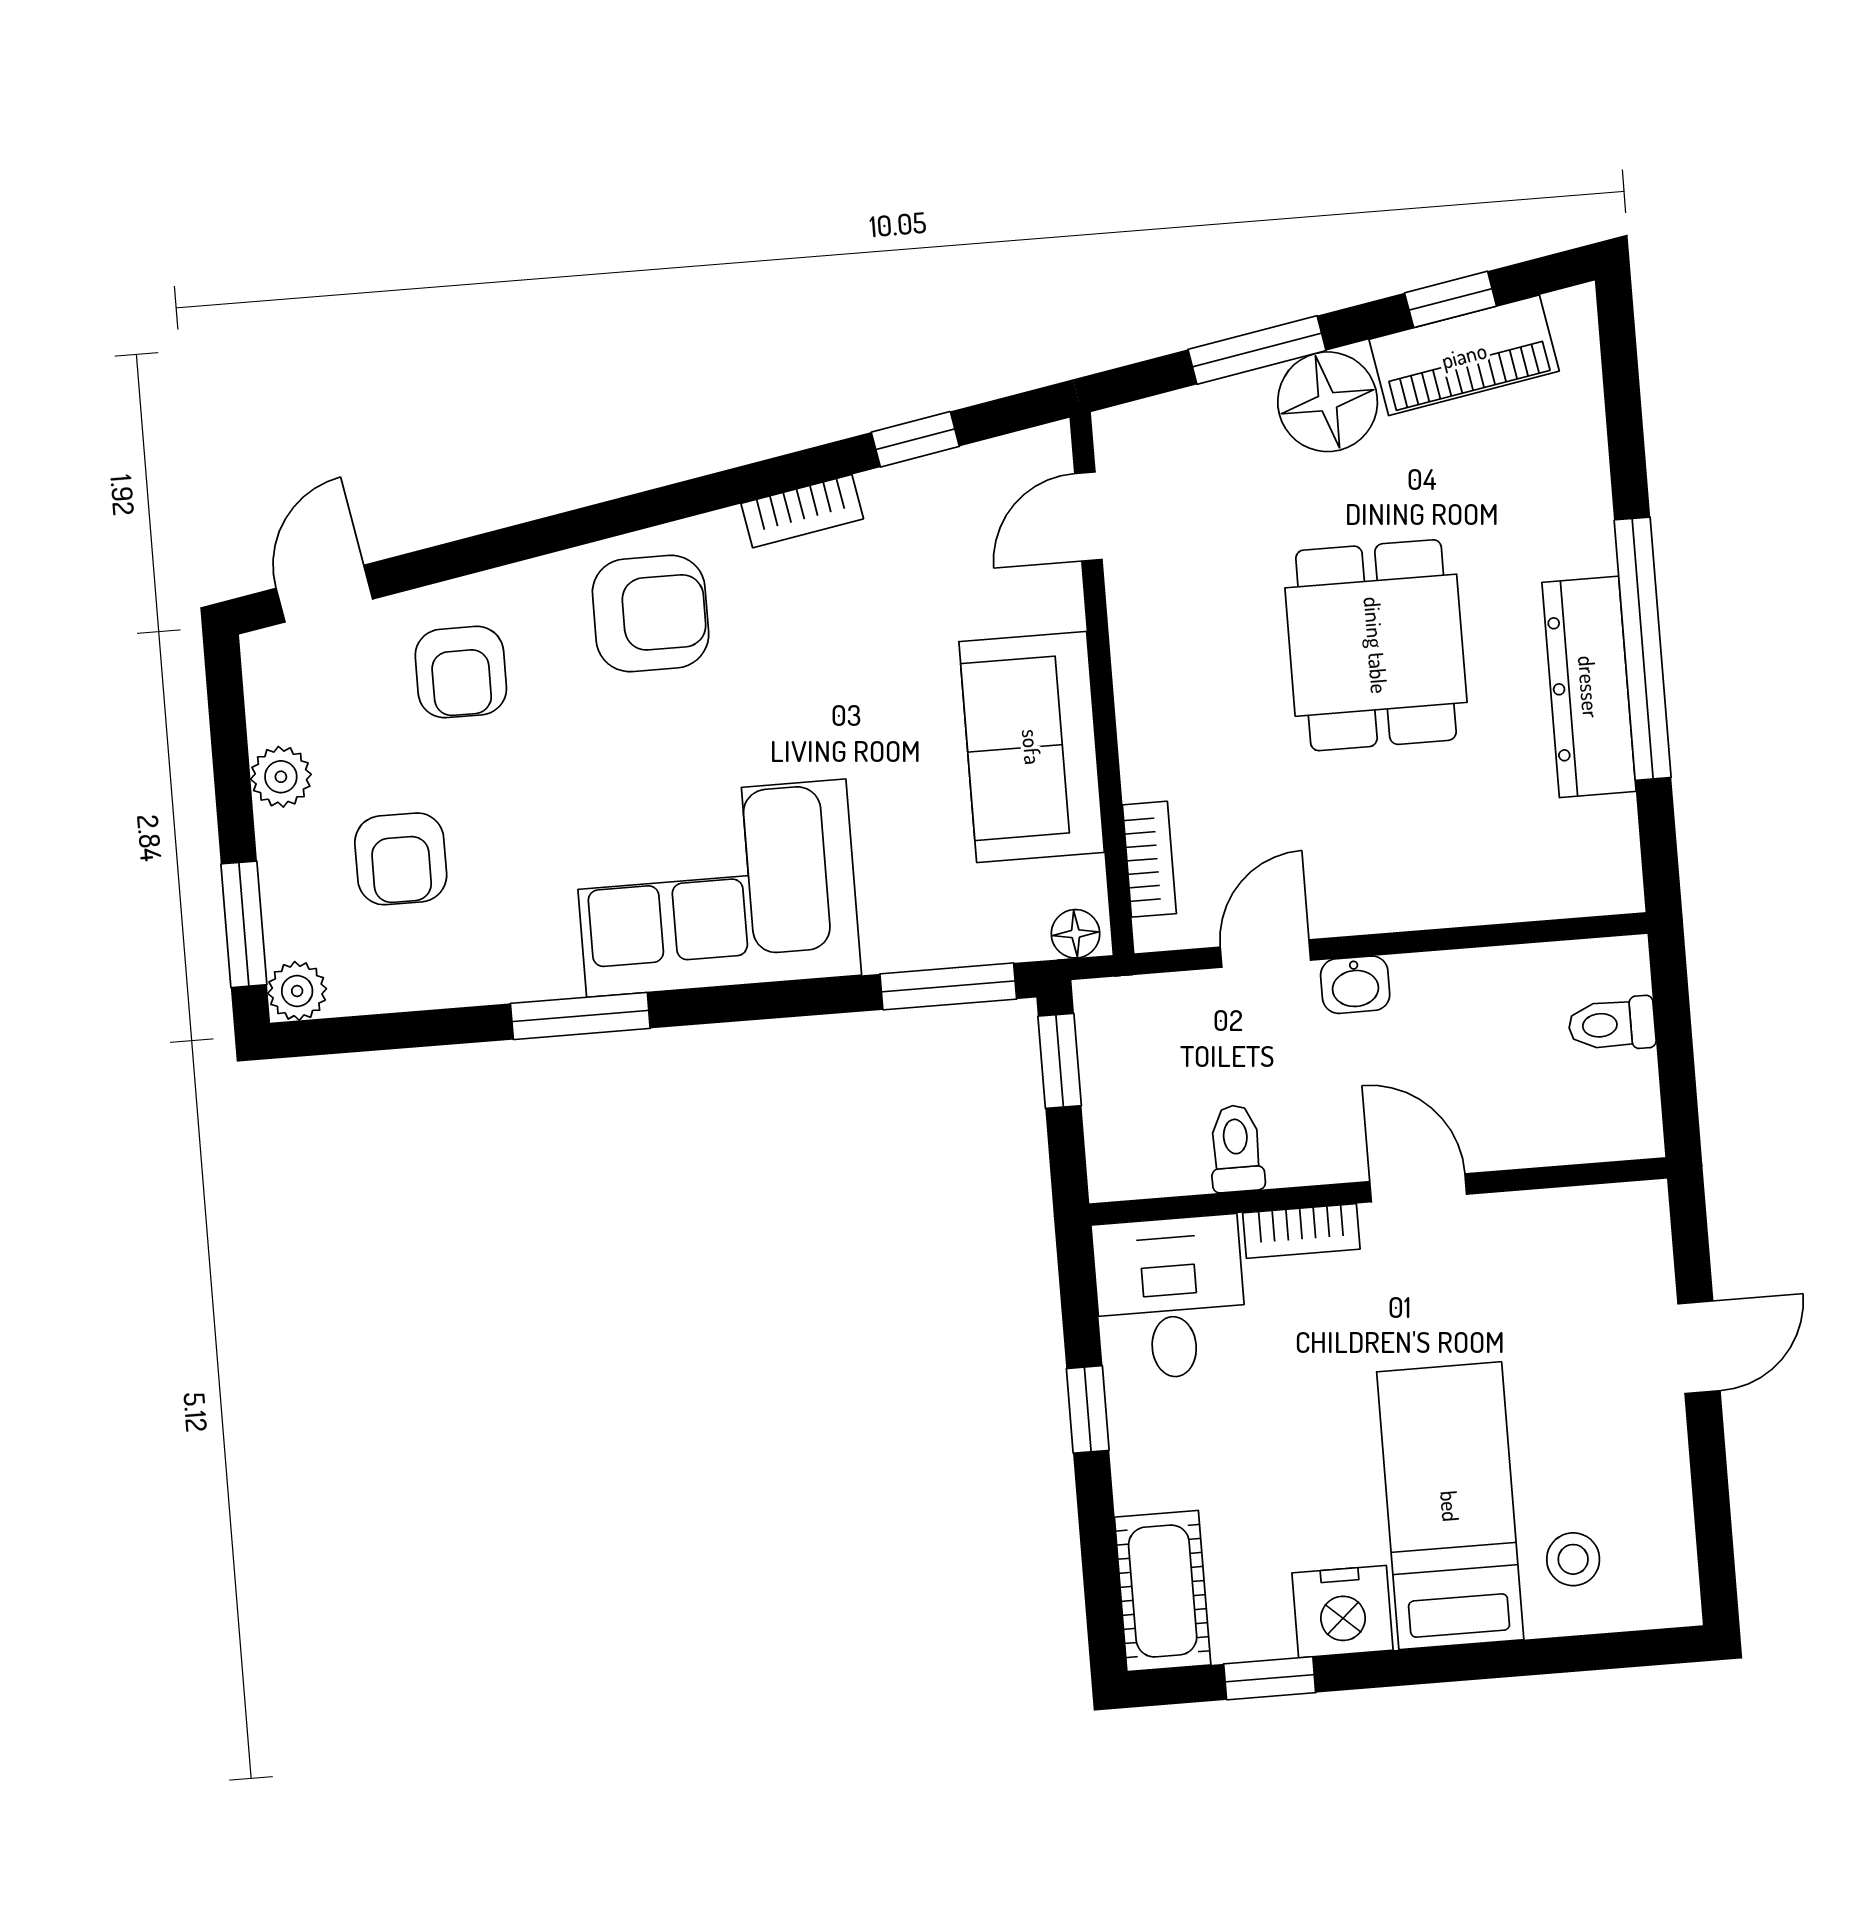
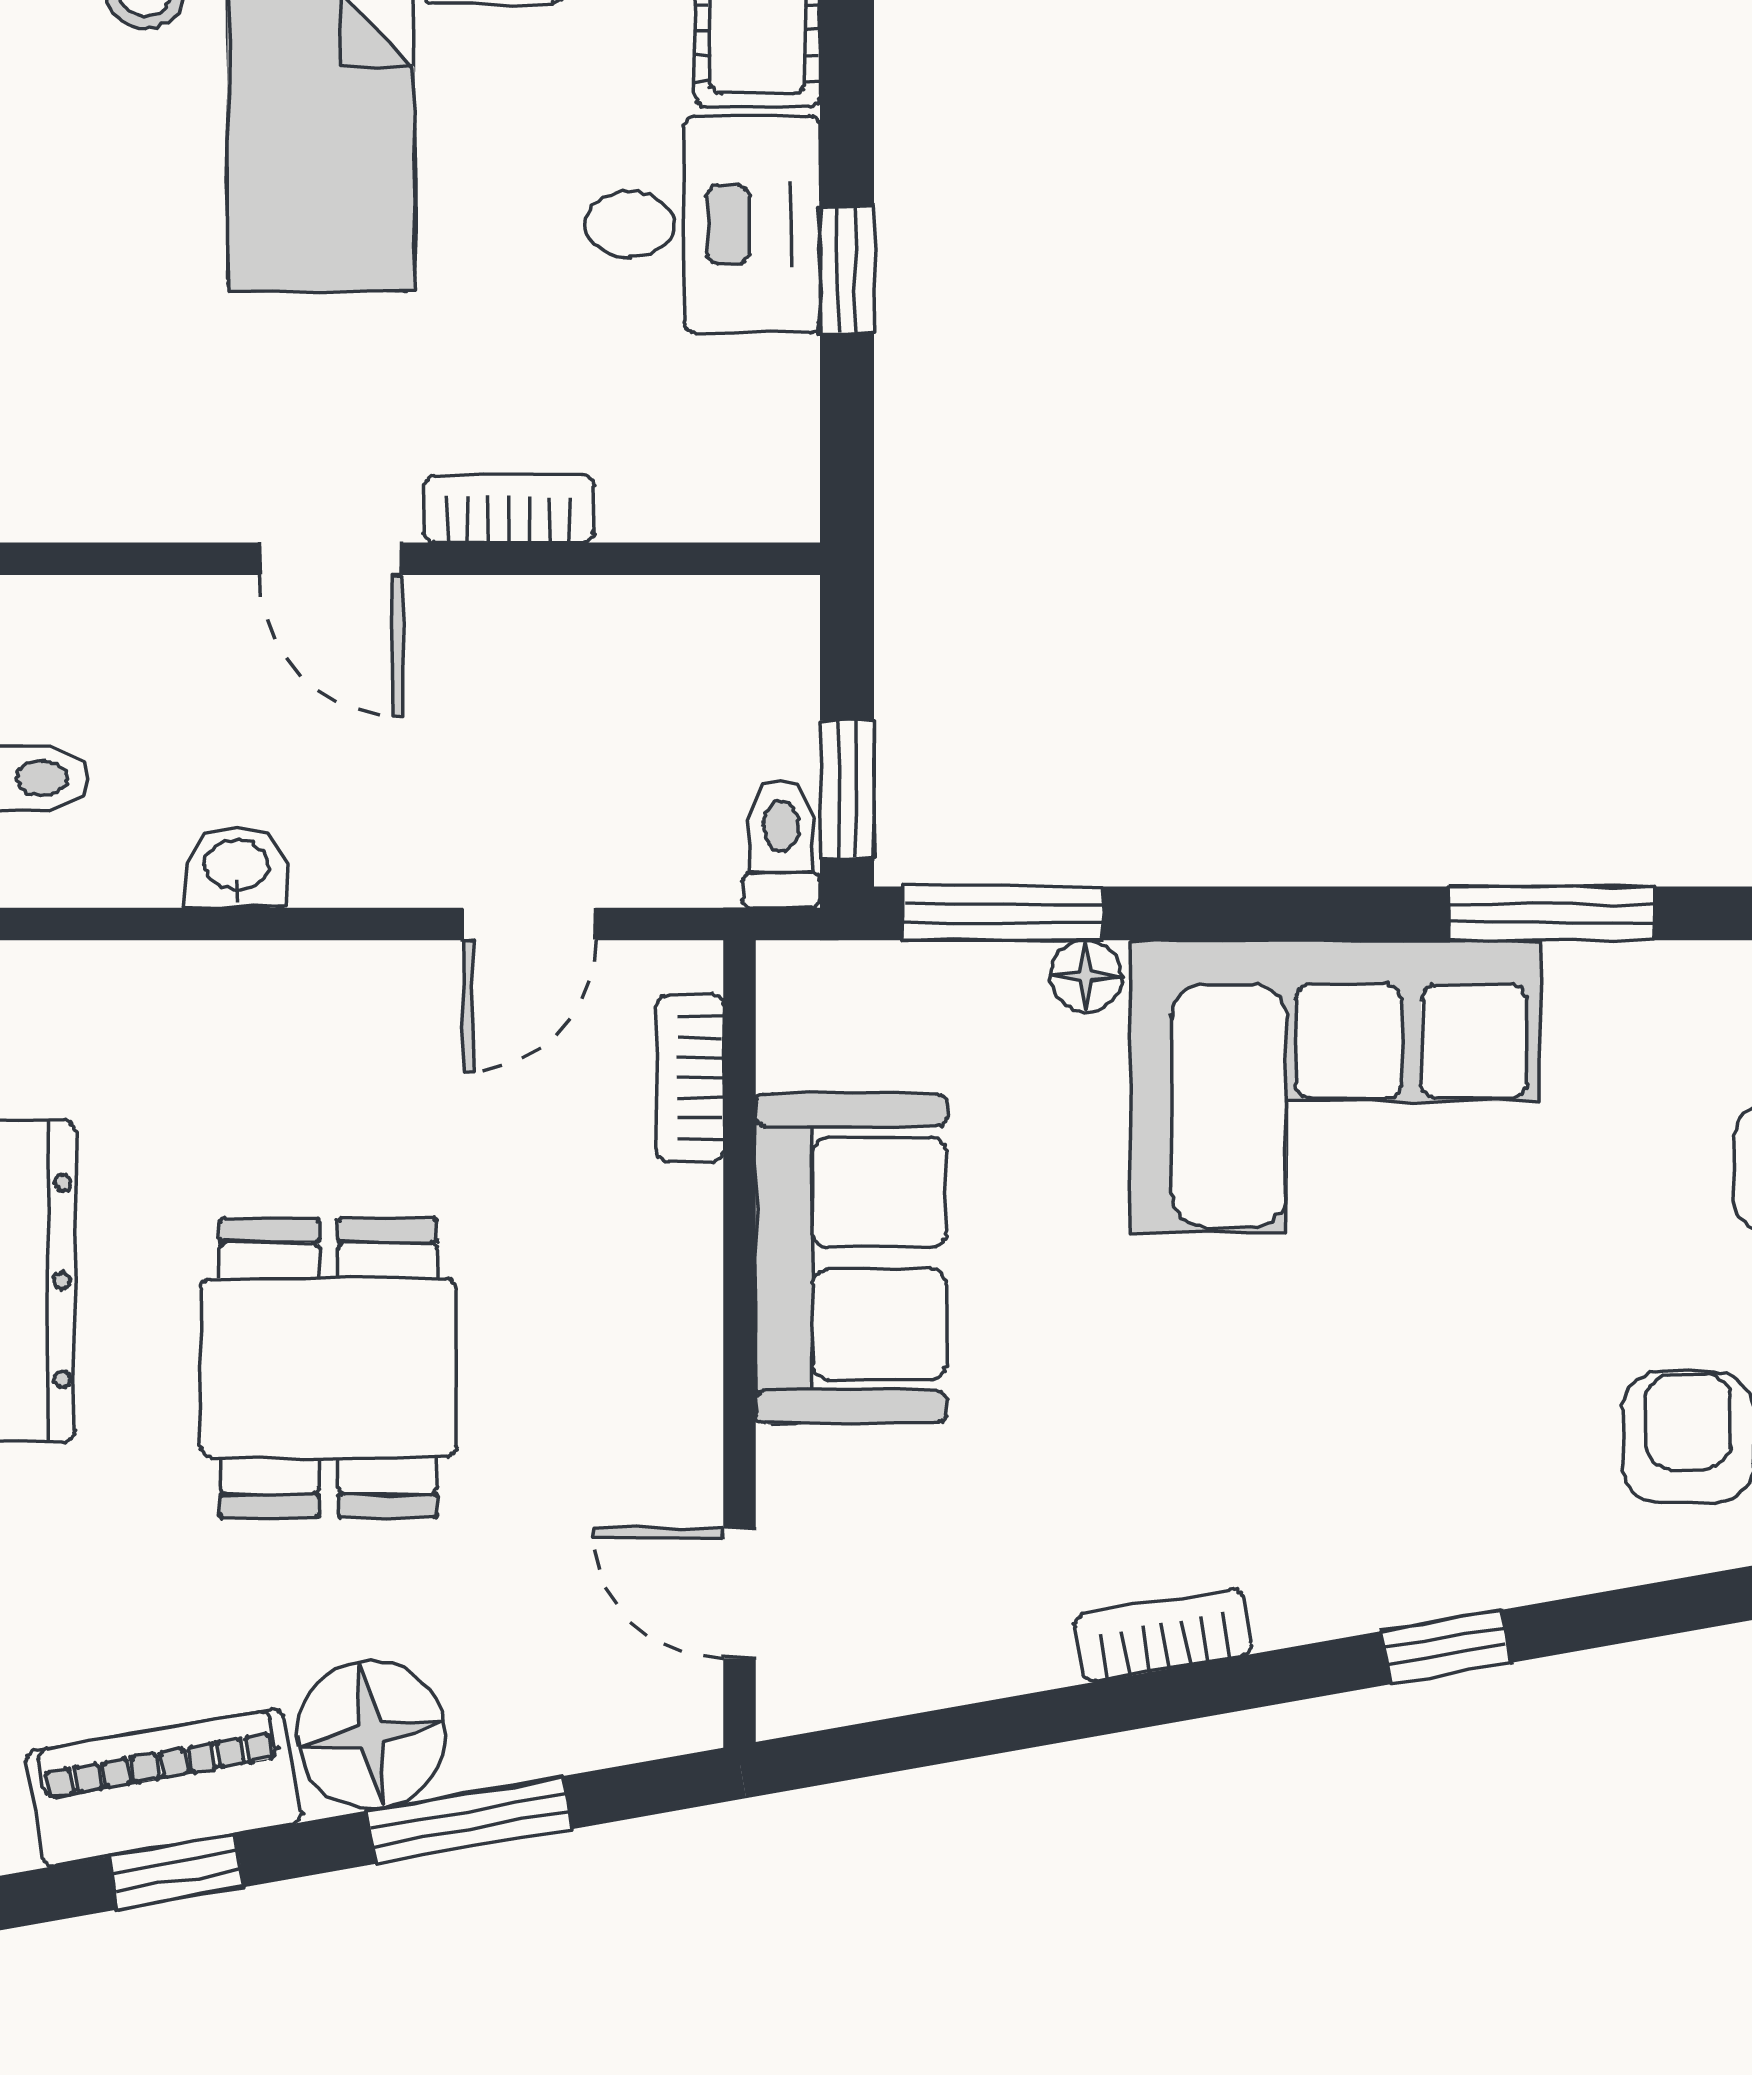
window: (915, 439) -> (1446, 1647), moved
door: (1088, 516) -> (739, 1593), swing flipped
armchair: (651, 613) -> (1400, 1502), removed
floor lamp: (1076, 934) -> (1086, 976), moved
washbasin: (1355, 985) -> (236, 867), moved
toilet: (1236, 1149) -> (781, 844), moved, turned 180
desk: (1170, 1298) -> (703, 224), moved, turned -90

